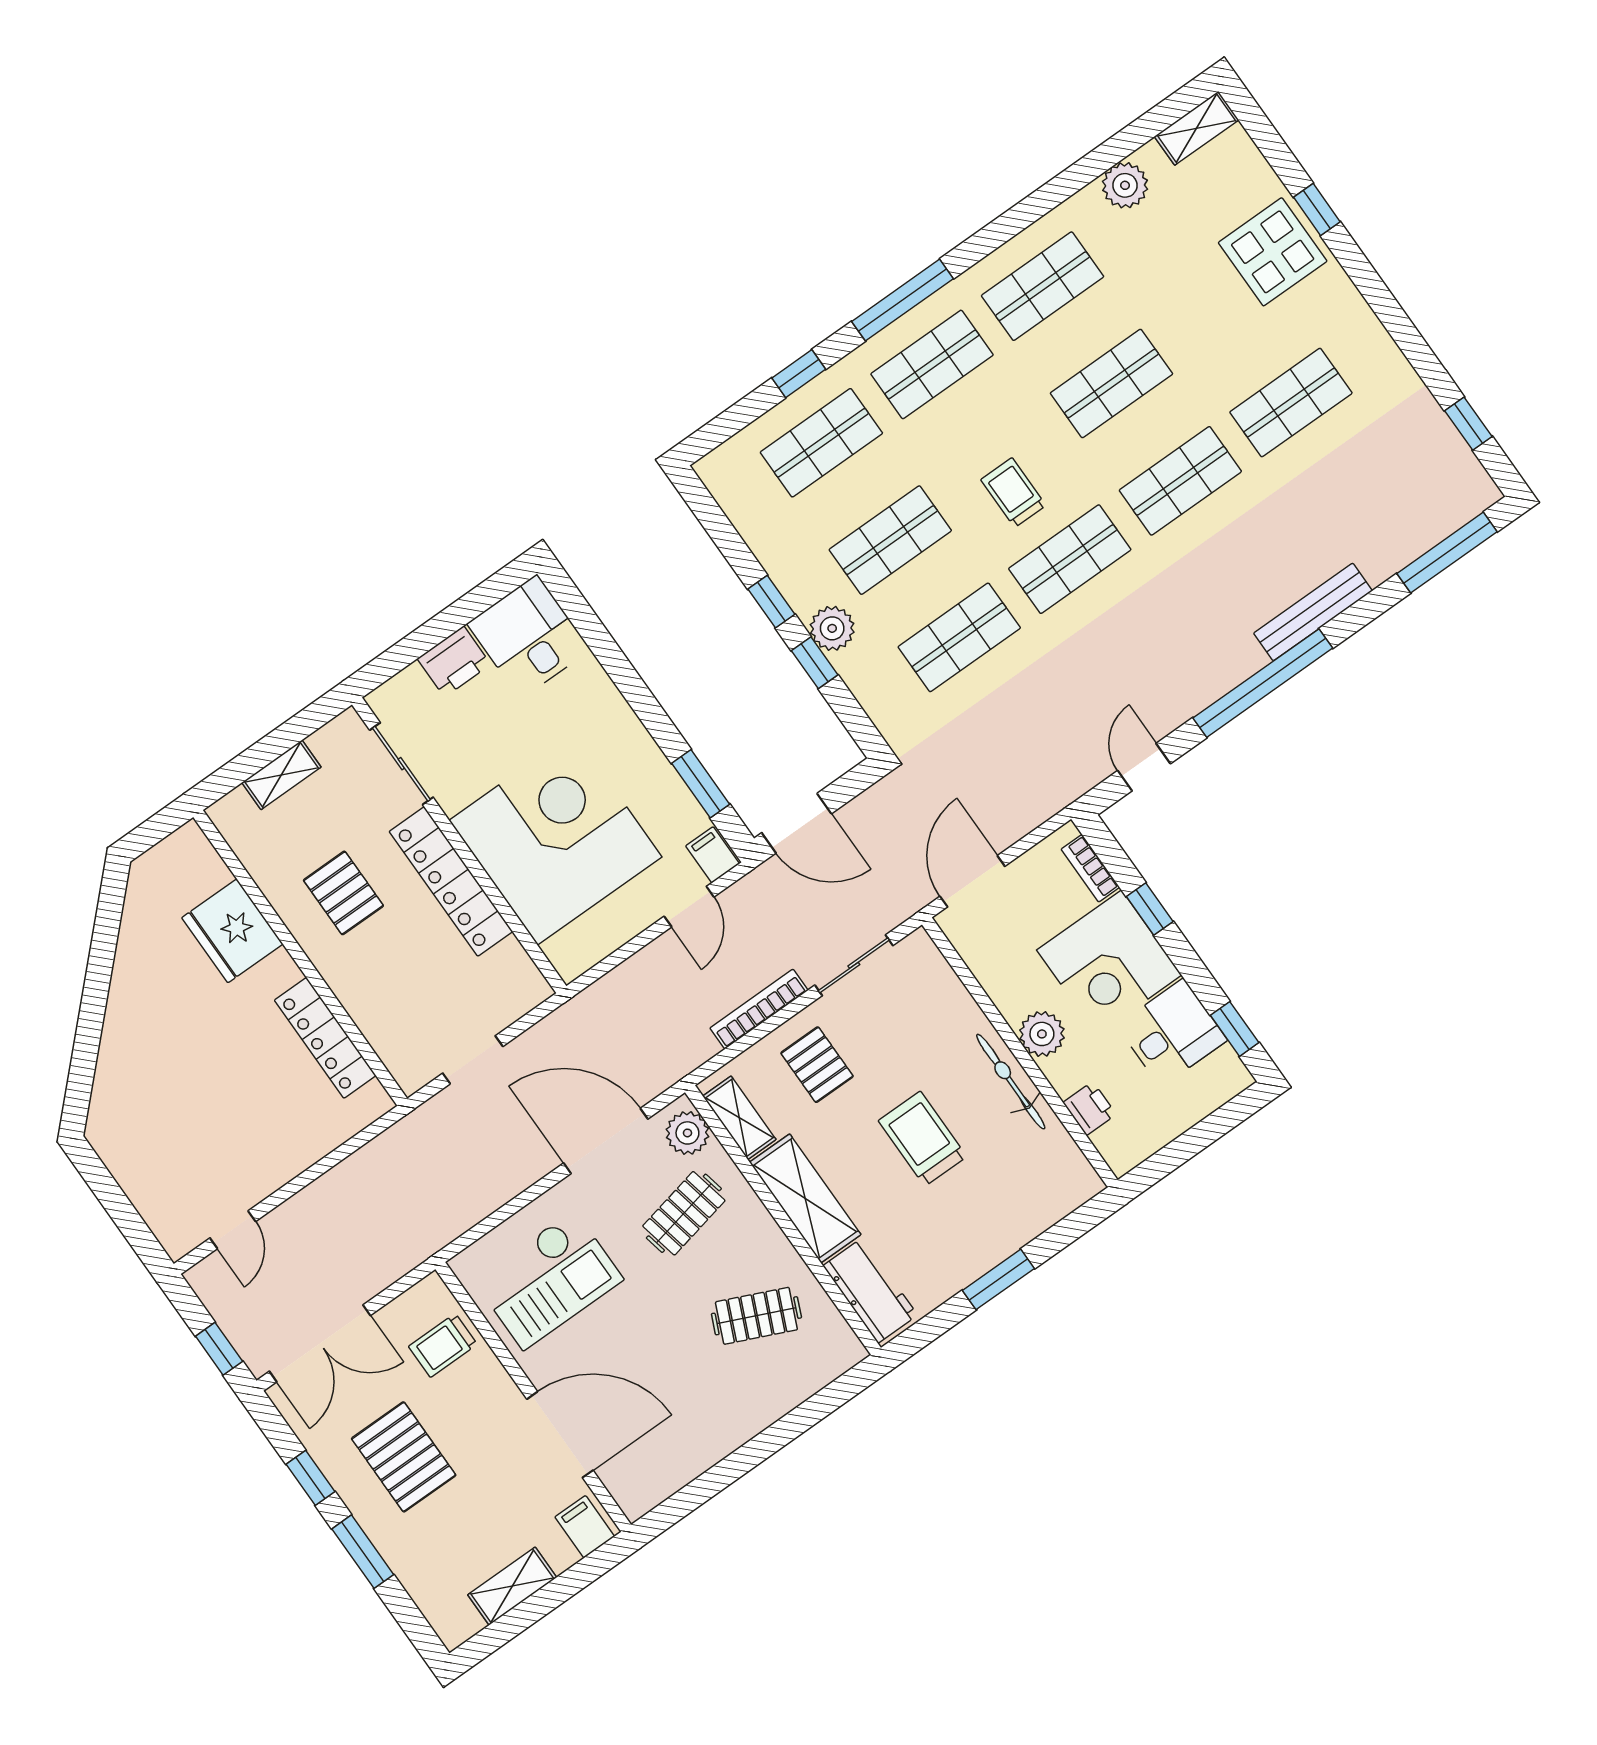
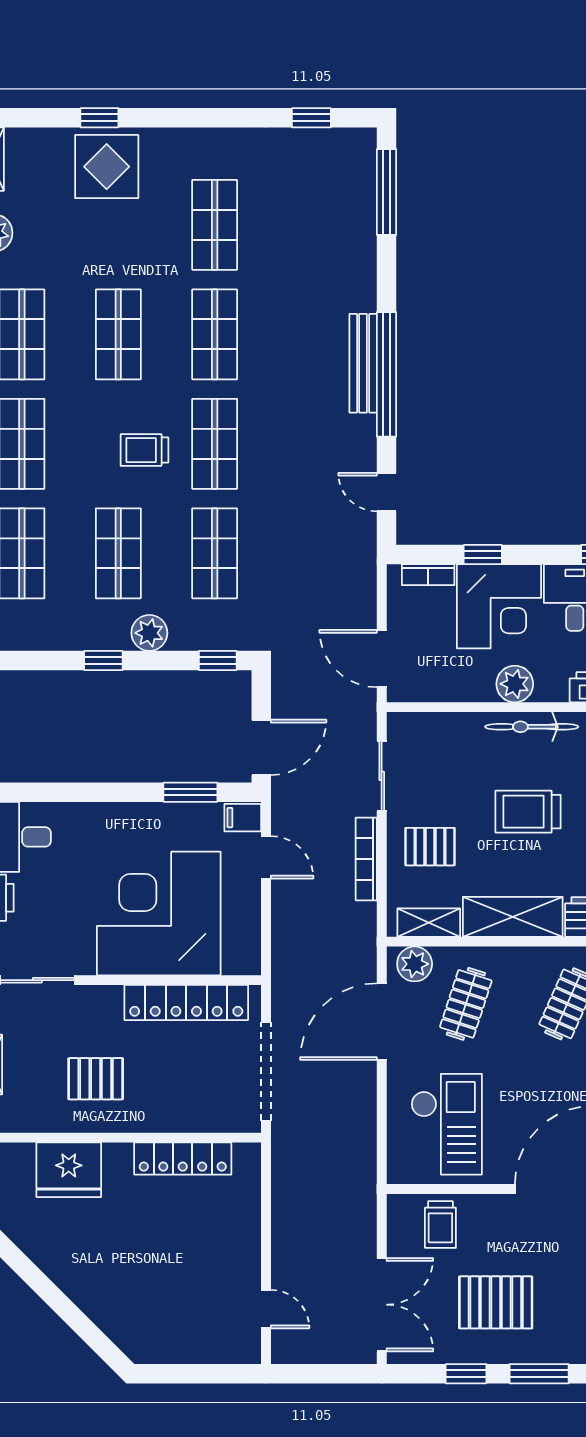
bench: (1313, 612) -> (363, 363), moved
window: (815, 663) -> (218, 661), moved
locker: (451, 881) -> (186, 1003), moved
doorway: (473, 1060) -> (266, 1071), width x1.88
clothes rail: (684, 1213) -> (466, 1004), turned 30
window: (219, 1349) -> (338, 1374), removed

